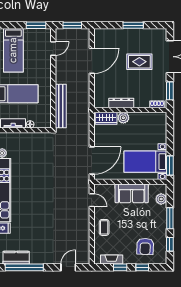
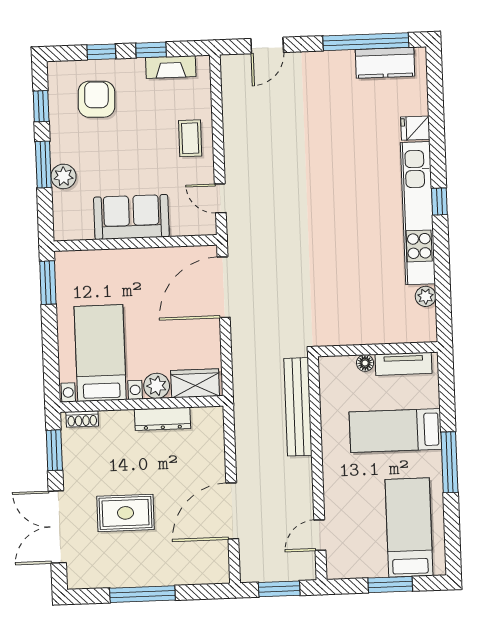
window: (36, 25) -> (390, 585), moved
window: (133, 25) -> (142, 594), width x1.44
bed with nightstands: (145, 162) -> (100, 353), moved, turned -90
plant: (161, 199) -> (64, 176), moved

